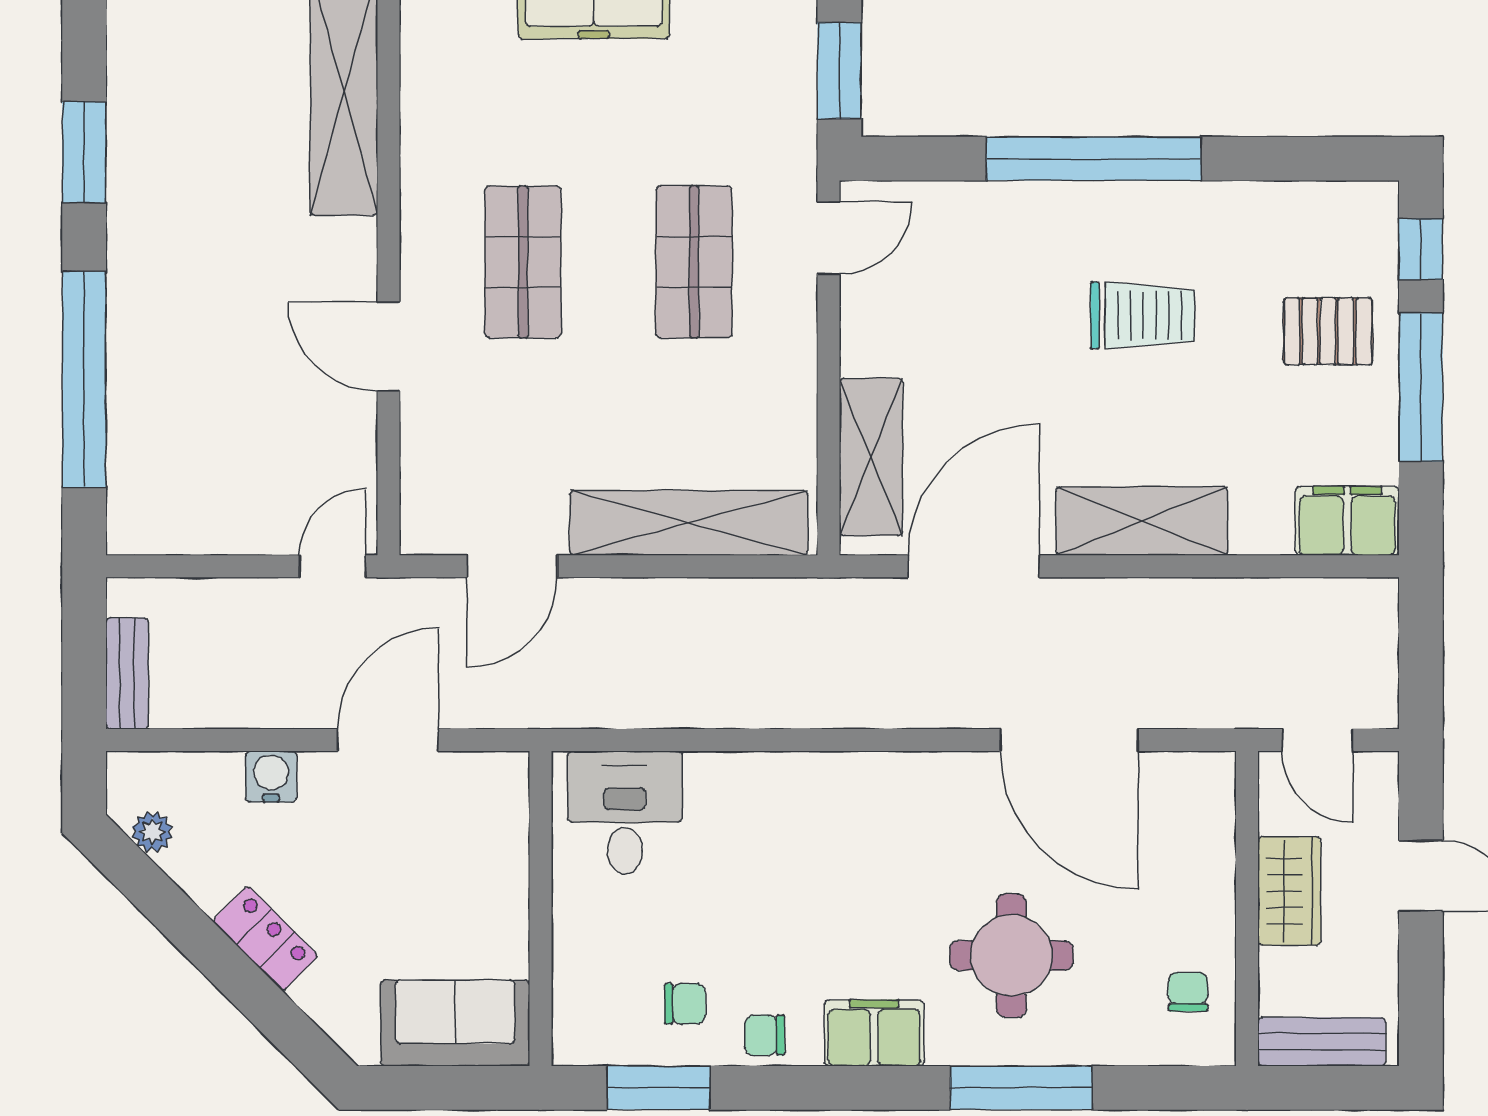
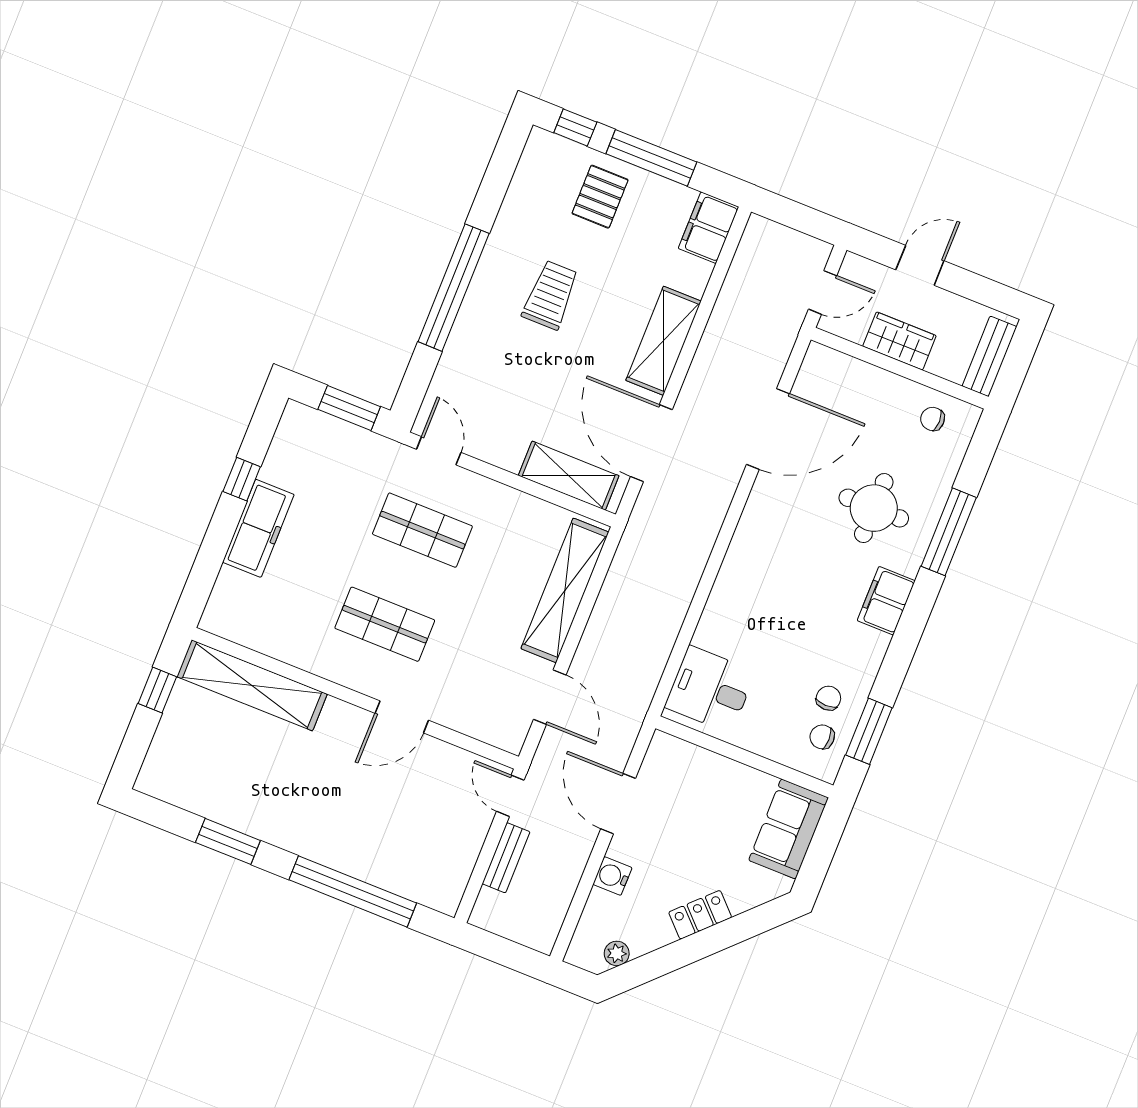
bench: (127, 673) -> (506, 858), moved, turned 90
chair: (765, 1035) -> (822, 737), moved, turned 90

